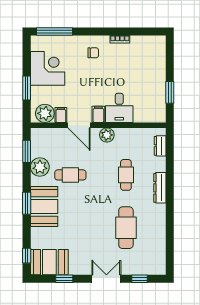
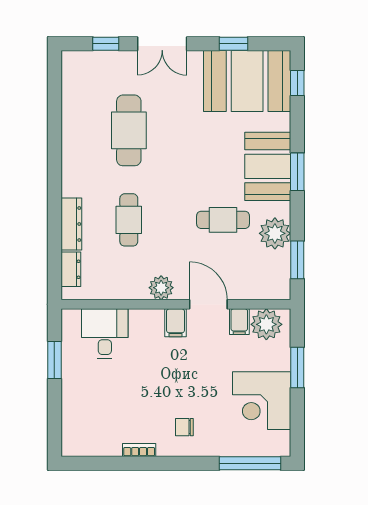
desk: (119, 108) -> (105, 334), moved
dresser: (160, 188) -> (71, 224), moved
booth: (49, 262) -> (247, 81), width x1.36, depth x1.42

